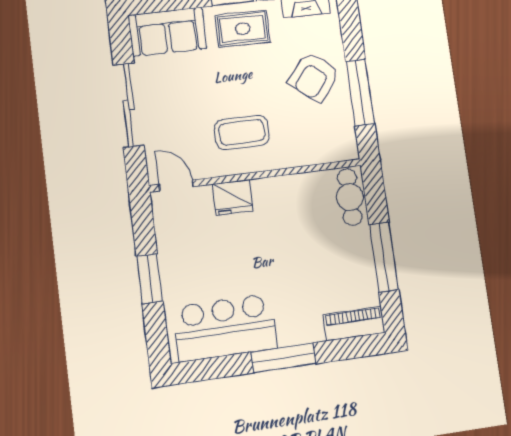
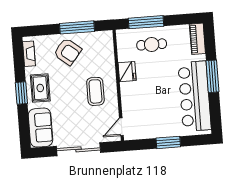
fridge: (233, 197) -> (127, 72), moved
cafe table: (350, 197) -> (152, 44), moved
window: (384, 257) -> (146, 22), moved
bar counter: (225, 328) -> (195, 96), width x1.36

